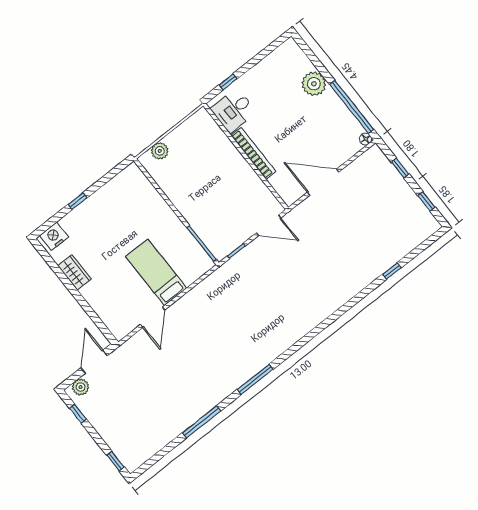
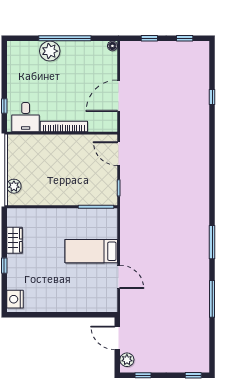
window: (352, 107) -> (65, 38), moved
door: (269, 225) -> (119, 154), swing flipped
wardrobe: (75, 272) -> (14, 240), moved, turned 90

